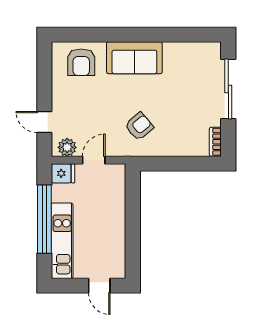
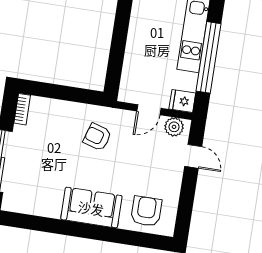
armchair: (139, 126) -> (97, 137), turned 57

